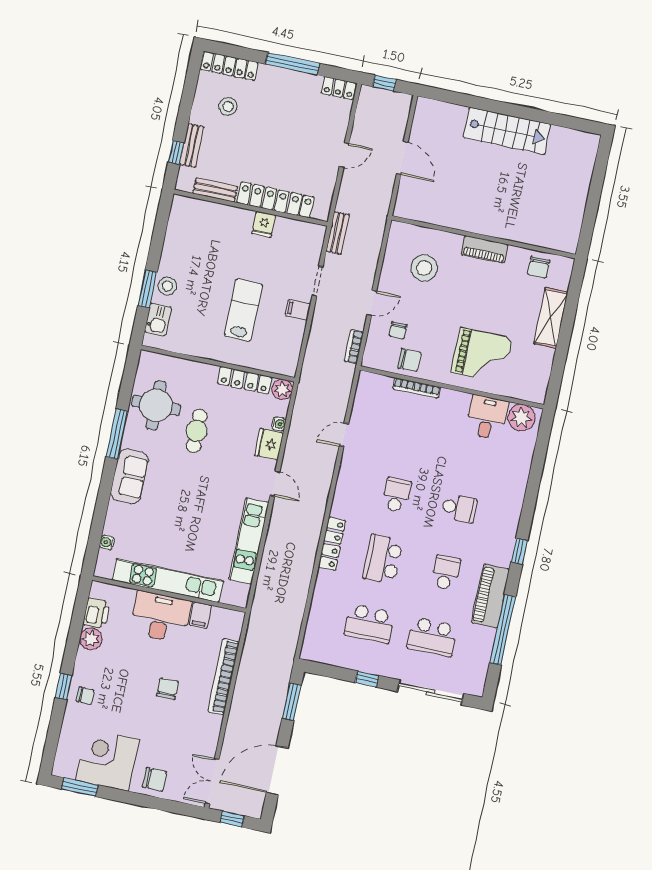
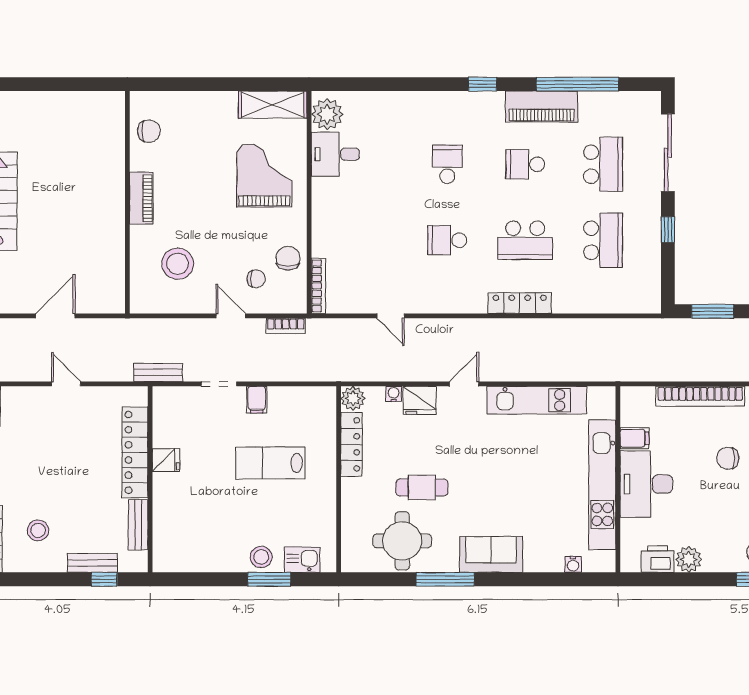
shelving: (551, 318) -> (273, 105), moved
bookcase: (417, 388) -> (318, 286), moved

